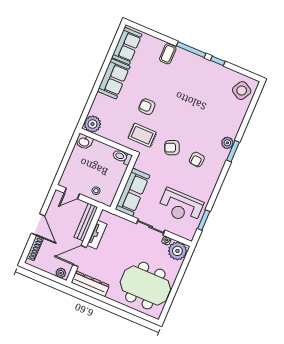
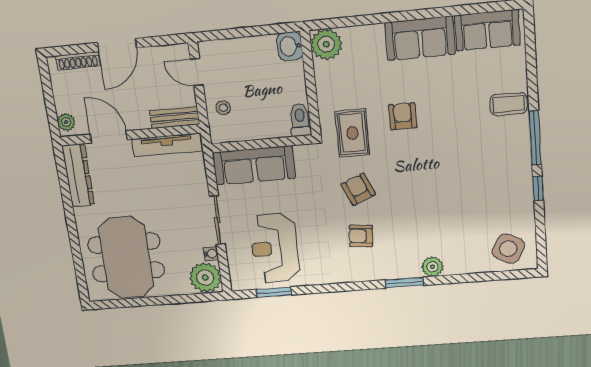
plant: (227, 143) -> (432, 267), moved
bench: (86, 222) -> (175, 118), width x0.73
tv unit: (97, 235) -> (167, 145), width x1.41

